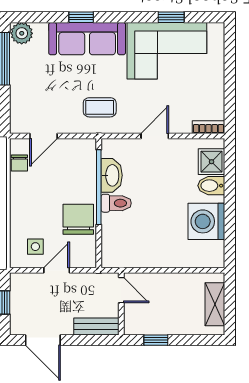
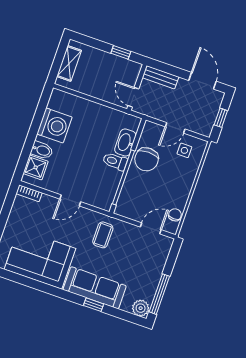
window: (171, 17) -> (28, 282), removed
coffee table: (100, 107) -> (103, 235), turned 90
washbasin: (112, 175) -> (125, 142), moved

